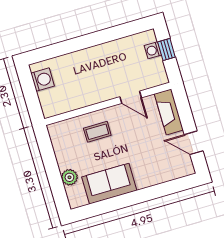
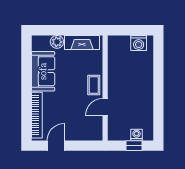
fireplace: (169, 112) -> (82, 42), moved, turned 180
coffee table: (97, 132) -> (94, 85), moved
bookcase: (164, 176) -> (37, 115), added

